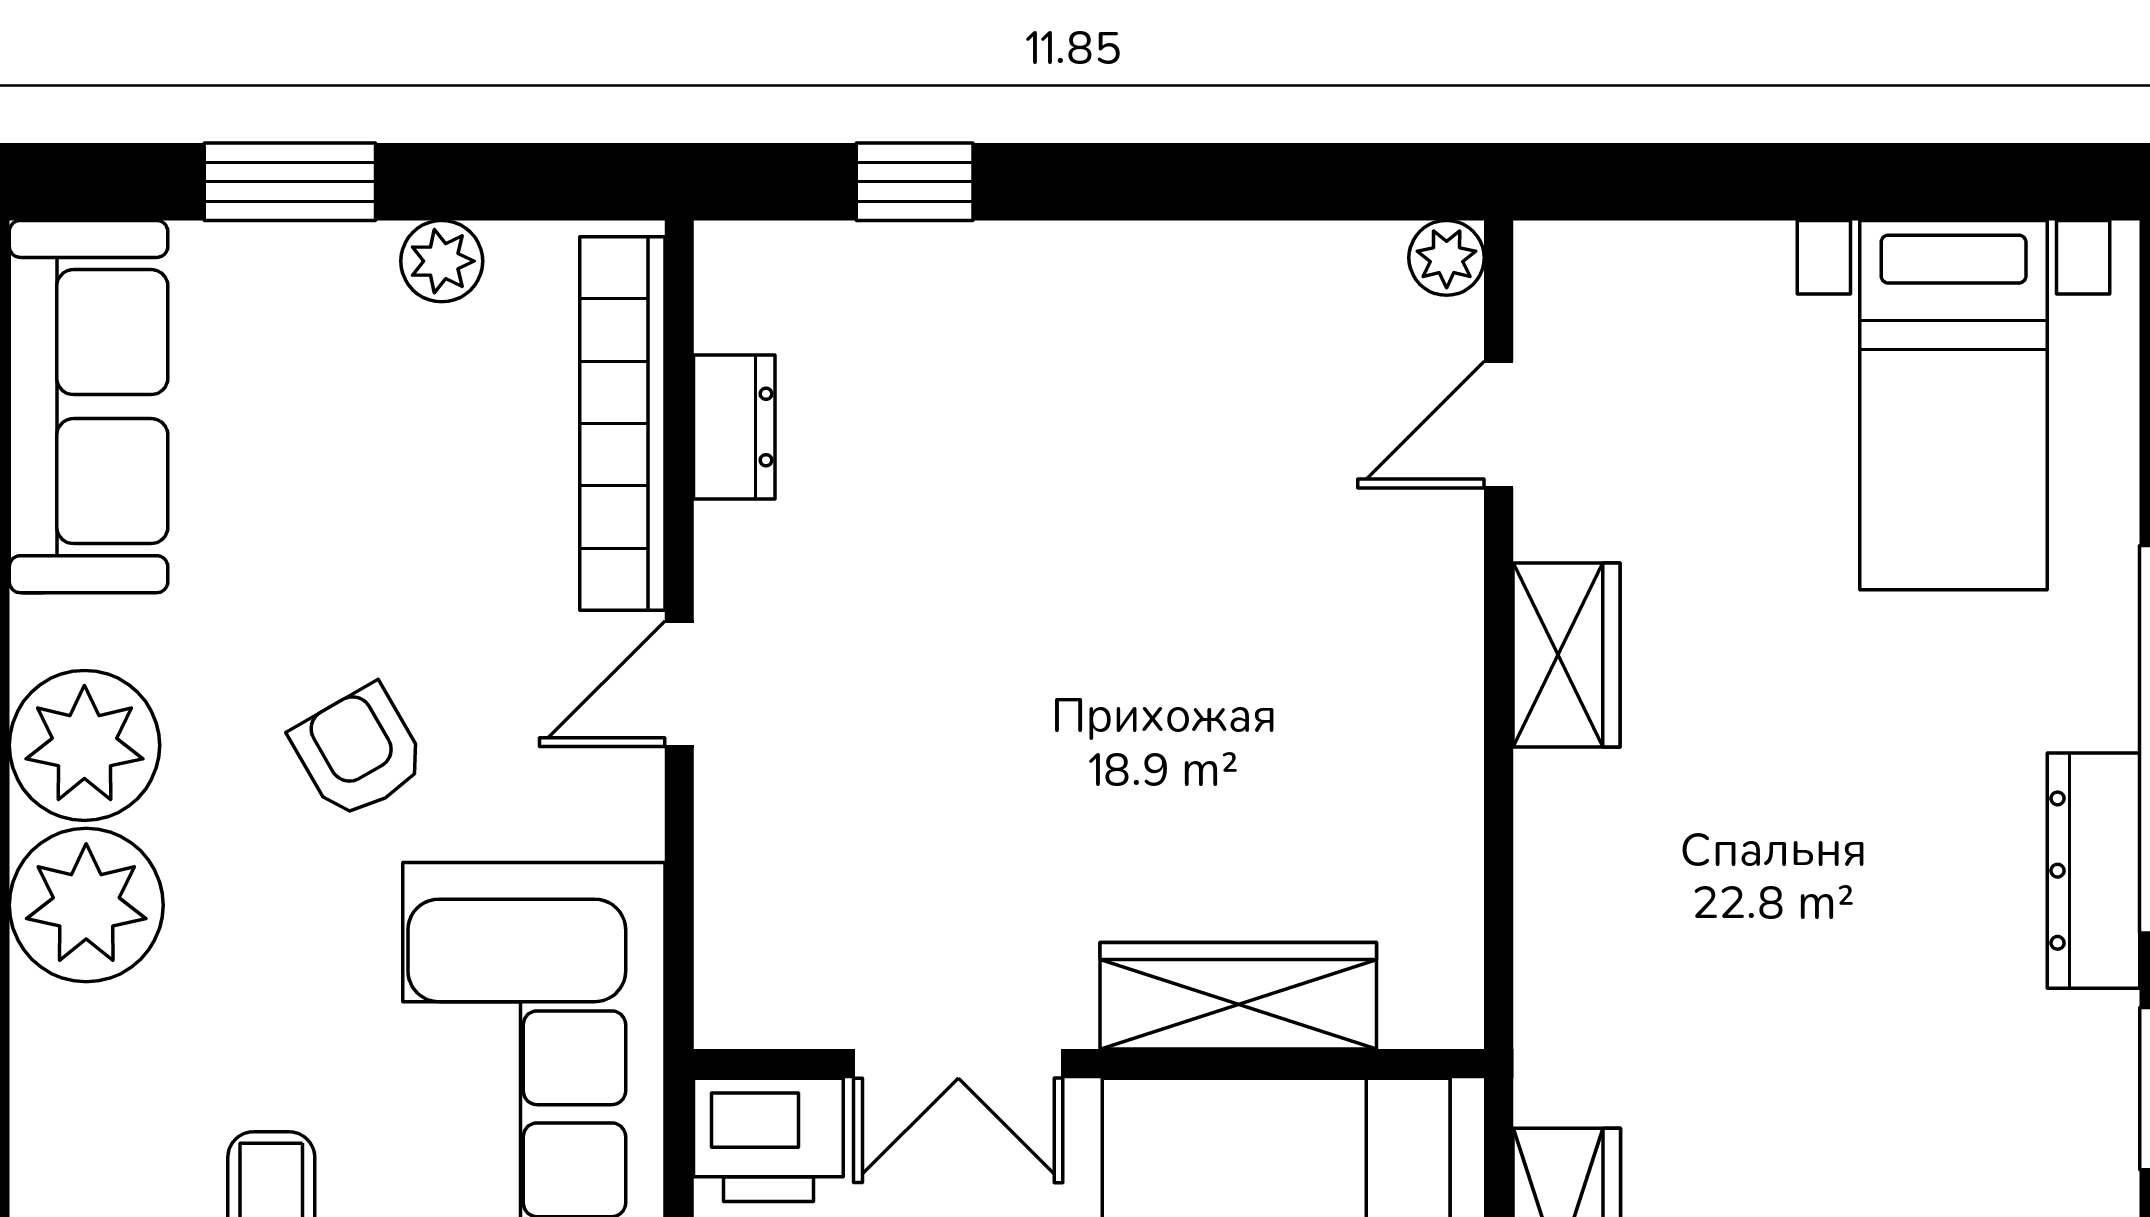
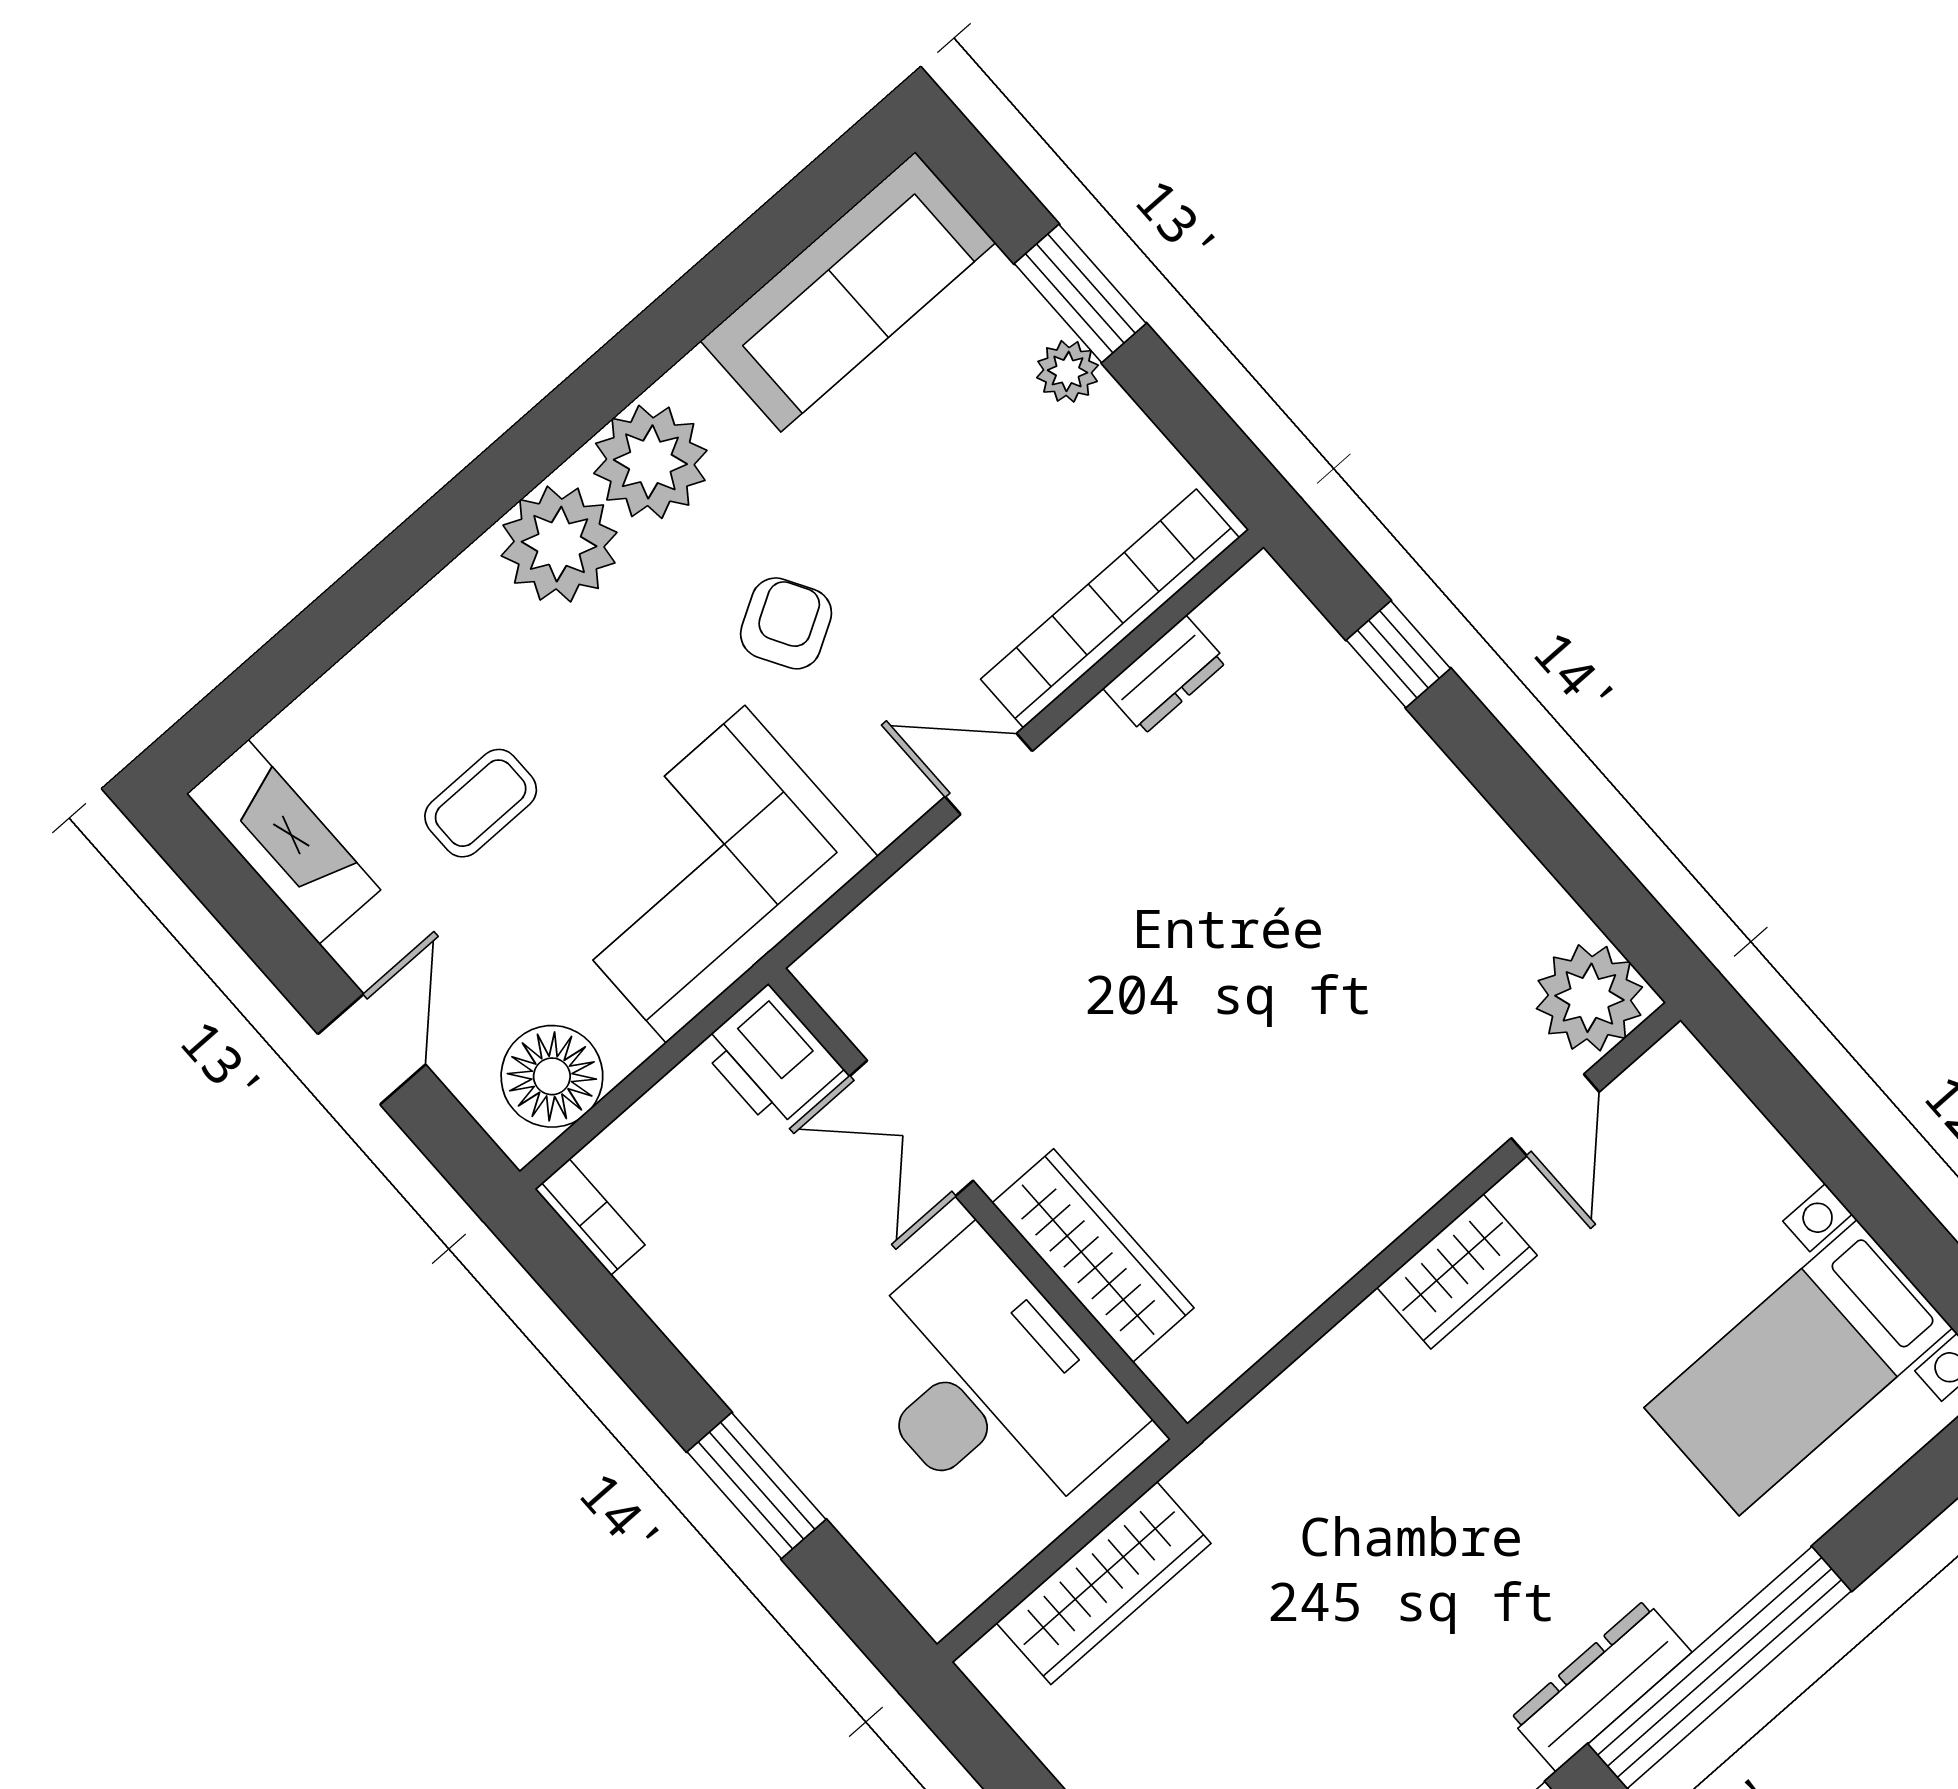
plant: (1447, 258) -> (1589, 998), width x1.88, depth x1.88
plant: (442, 261) -> (1068, 371), moved
door: (1499, 425) -> (1555, 1115), swing flipped

